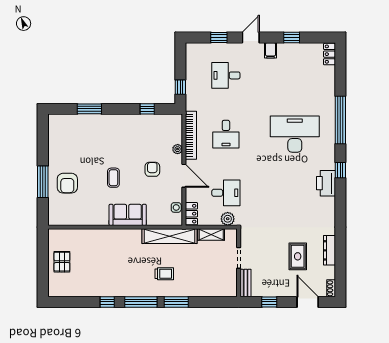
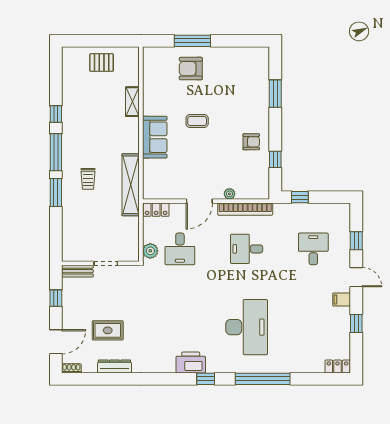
armchair: (152, 169) -> (251, 142), moved
side table: (176, 207) -> (163, 192), removed
shelving: (211, 235) -> (132, 102), moved

